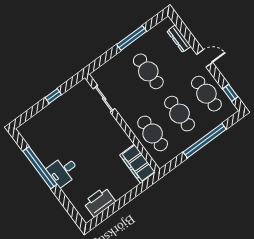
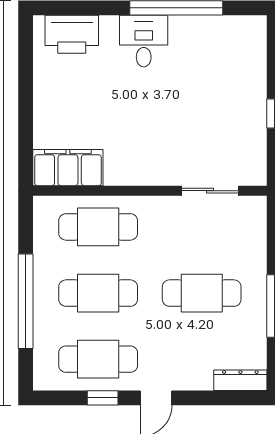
dresser: (179, 39) -> (240, 380), moved
window: (230, 93) -> (103, 398), moved
printer: (99, 202) -> (72, 34), moved, turned 90

